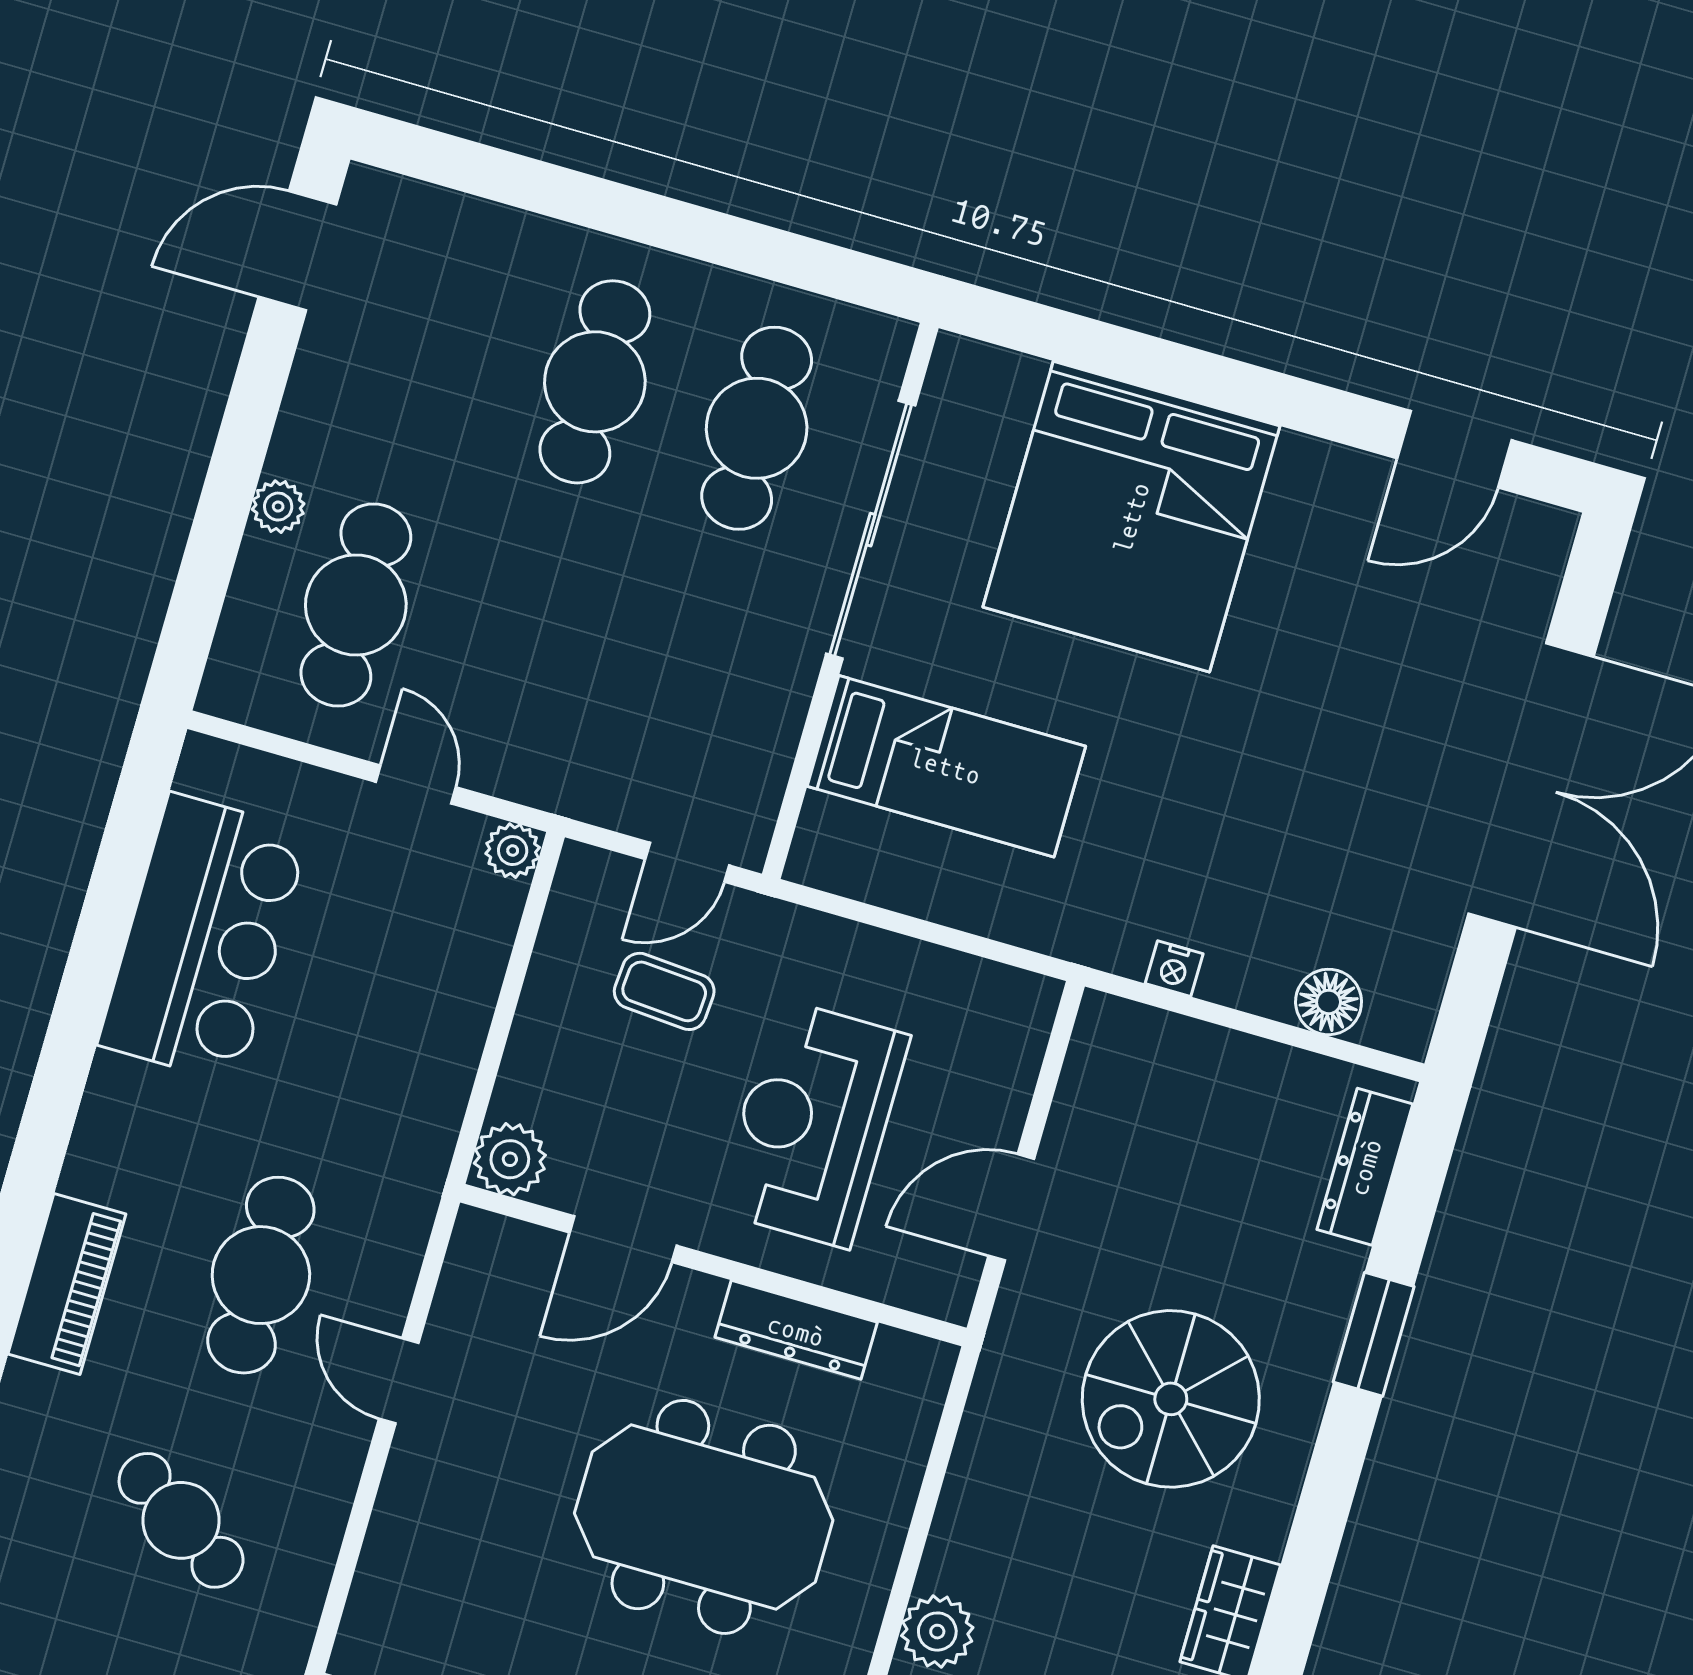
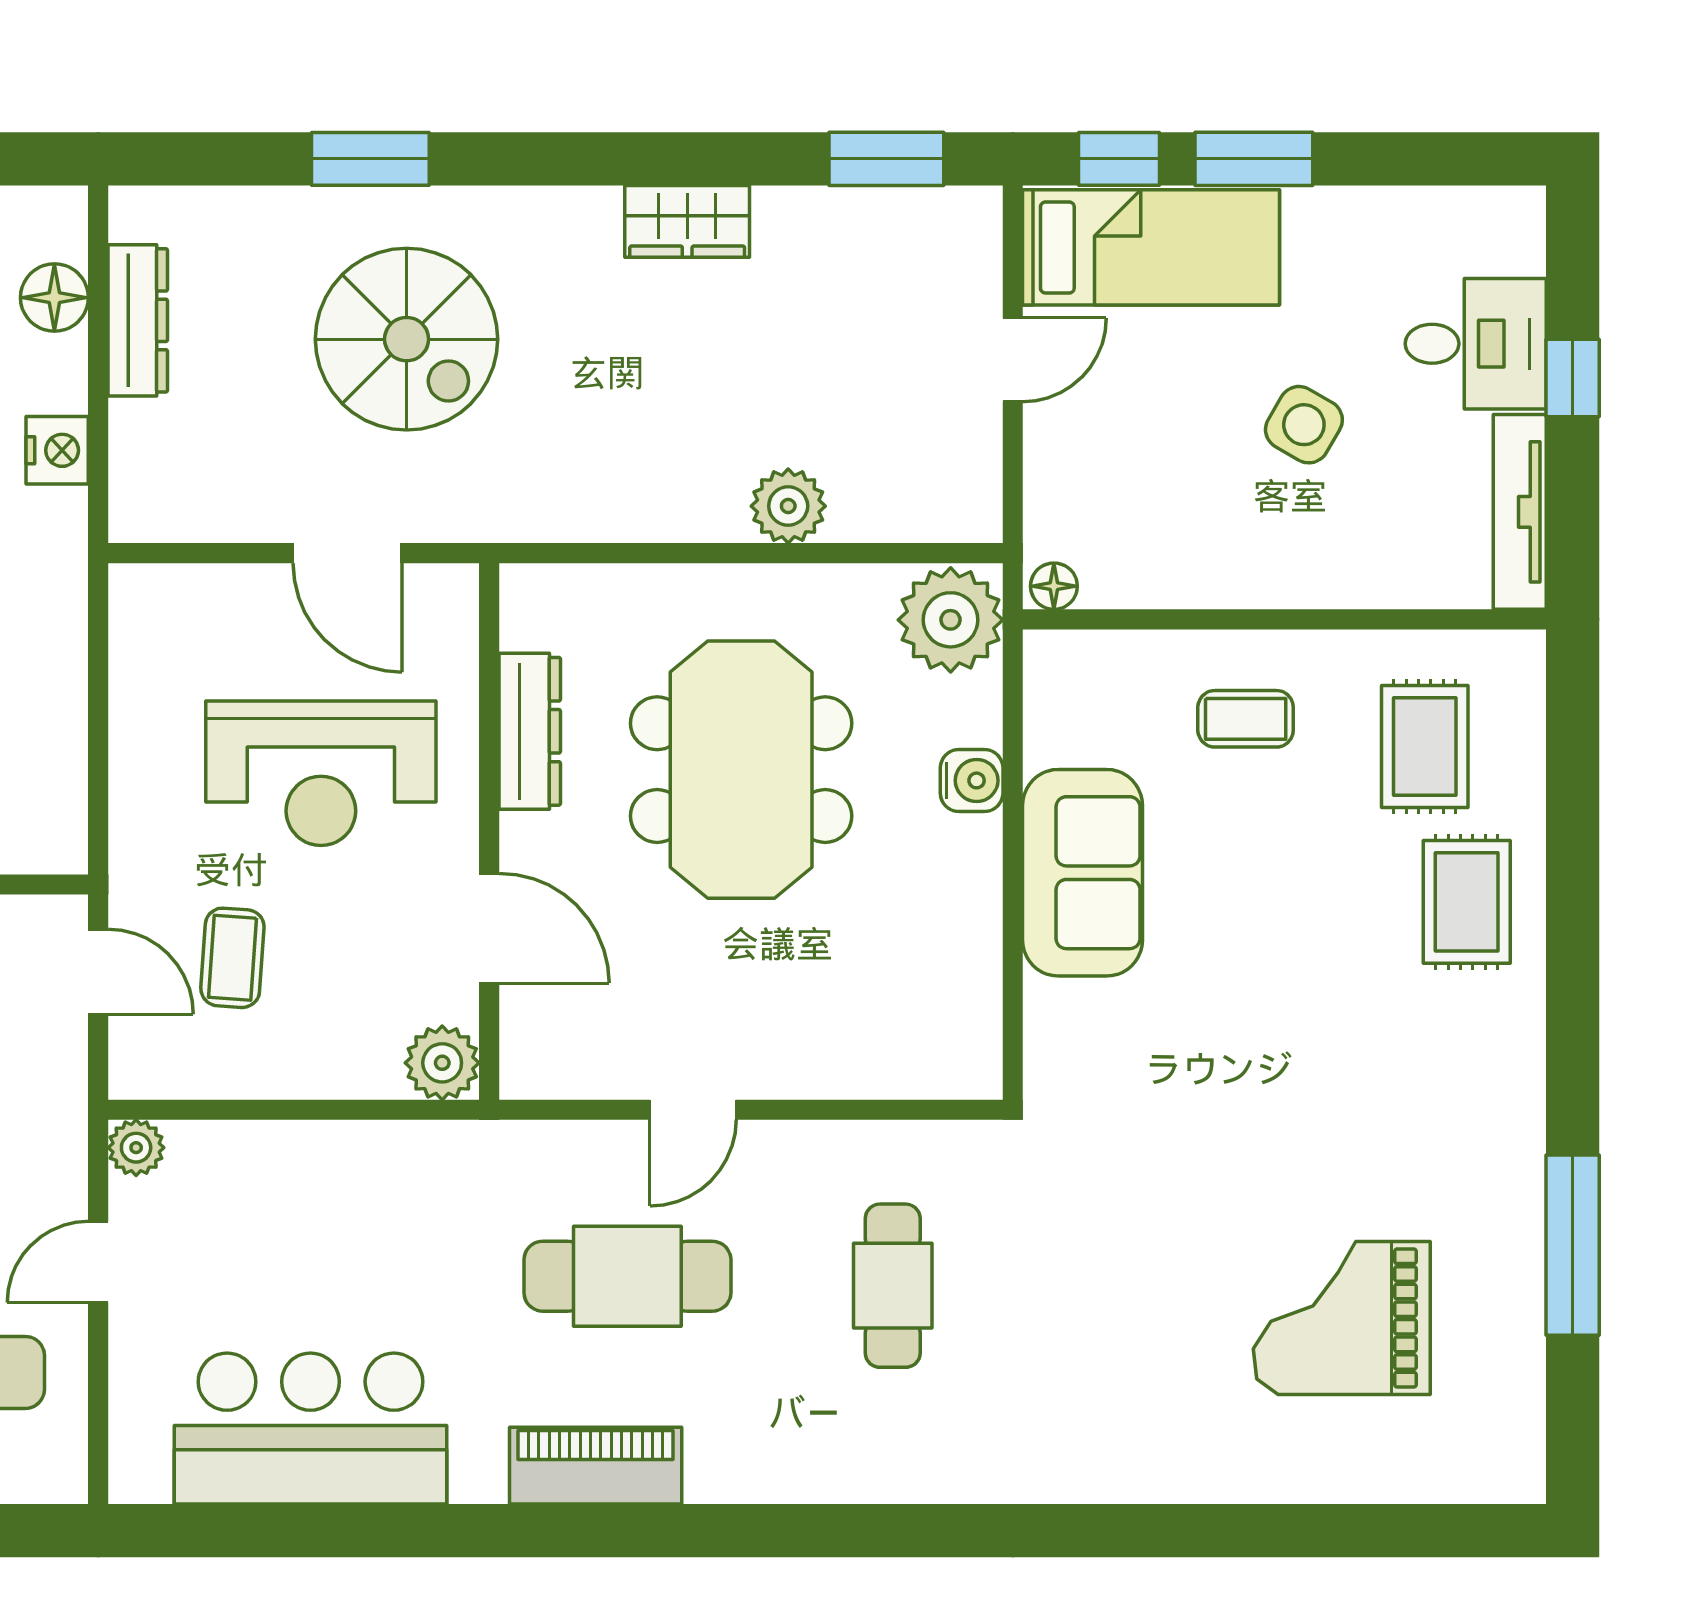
nightstand: (1174, 969) -> (57, 450), width x1.39, depth x1.35
dresser: (1365, 1167) -> (138, 320), moved, turned -90
piano: (67, 1284) -> (596, 1466), moved
spiral stairs: (1171, 1399) -> (407, 339), moved
cafe table: (181, 1520) -> (893, 1286), turned -33

